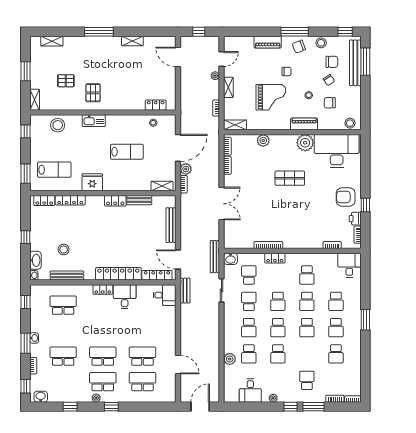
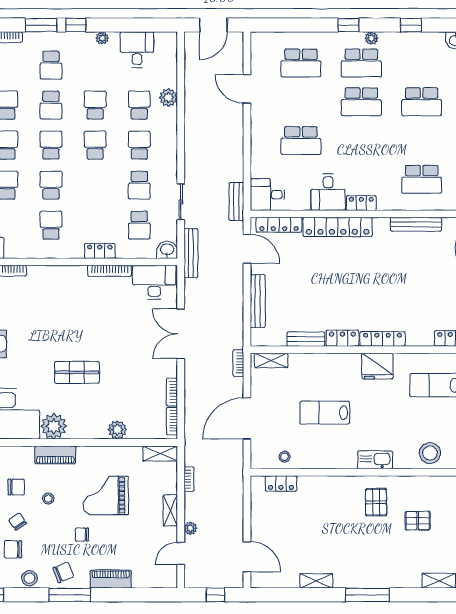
plant: (186, 169) -> (235, 386), removed
locker: (70, 200) -> (383, 339), moved
desk: (239, 238) -> (154, 282), added
stool: (64, 250) -> (421, 264), removed
school desk: (278, 301) -> (51, 105), moved, turned 180
school desk: (143, 356) -> (301, 141), moved

